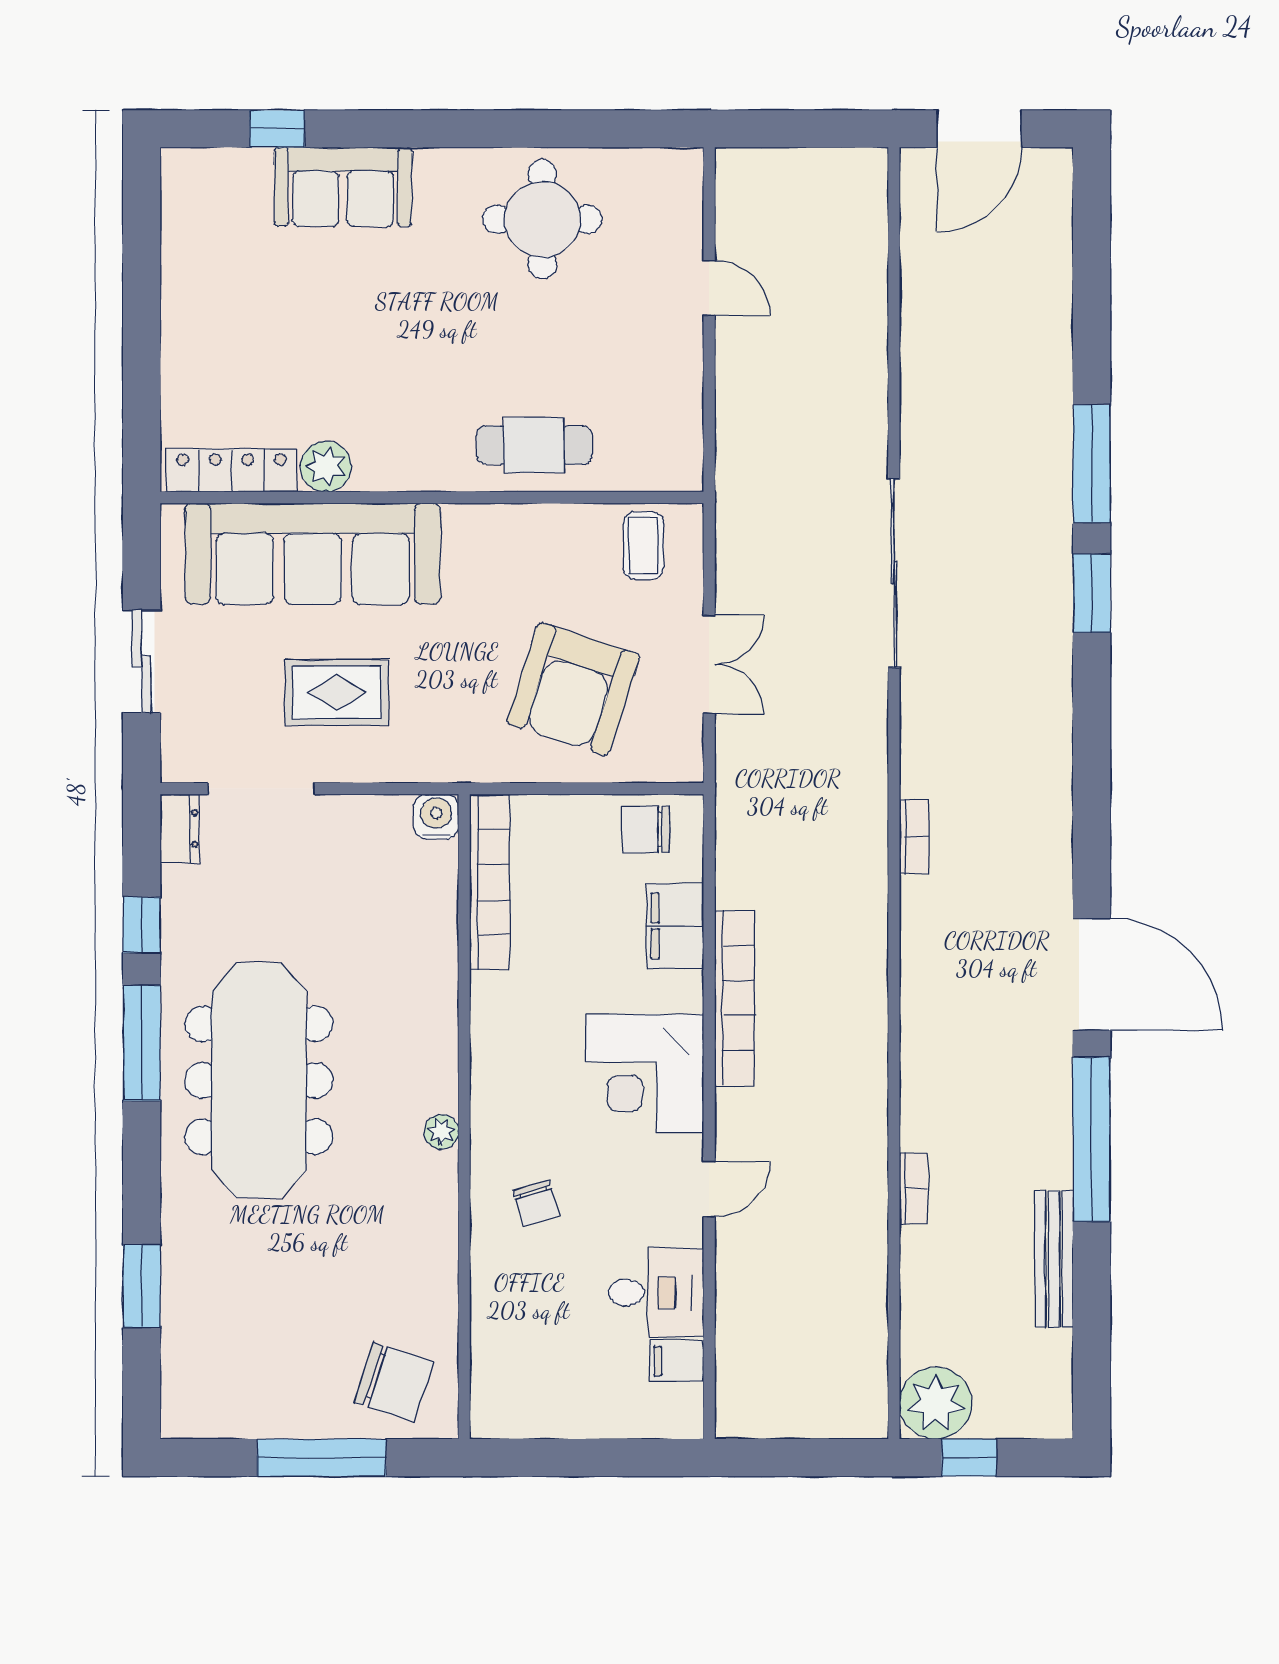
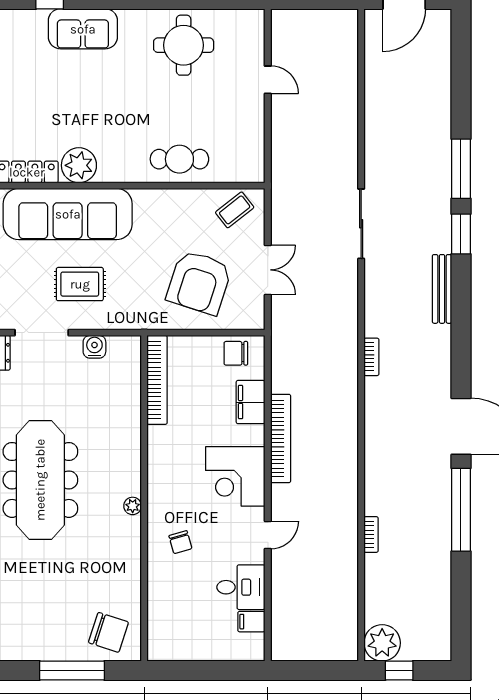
plant: (326, 466) -> (79, 165), width x1.36, depth x1.36
coffee table: (643, 546) -> (235, 210), turned 52
sliding door: (894, 573) -> (361, 224), width x0.73
water cooler: (436, 817) -> (94, 347), moved
bench: (1054, 1259) -> (442, 289), moved

